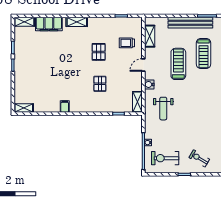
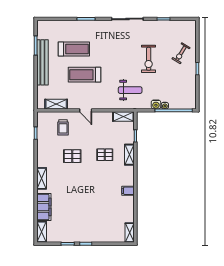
water cooler: (149, 84) -> (156, 104), moved
shelving: (100, 108) -> (129, 155), added
exercise bike: (165, 158) -> (149, 59), moved

